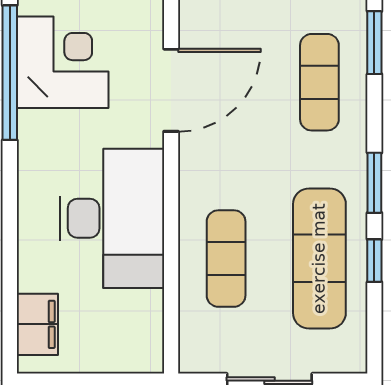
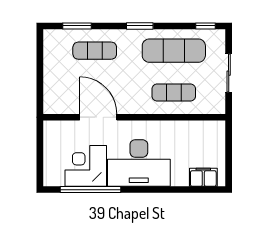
desk: (112, 218) -> (139, 163), moved, turned 180
window: (374, 261) -> (206, 26), moved

